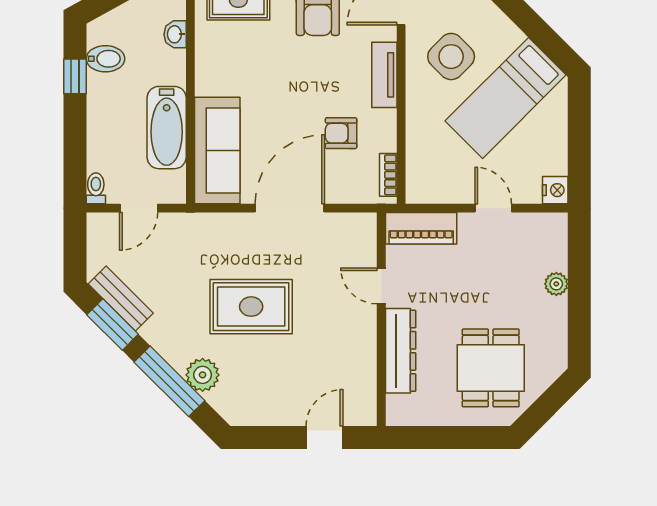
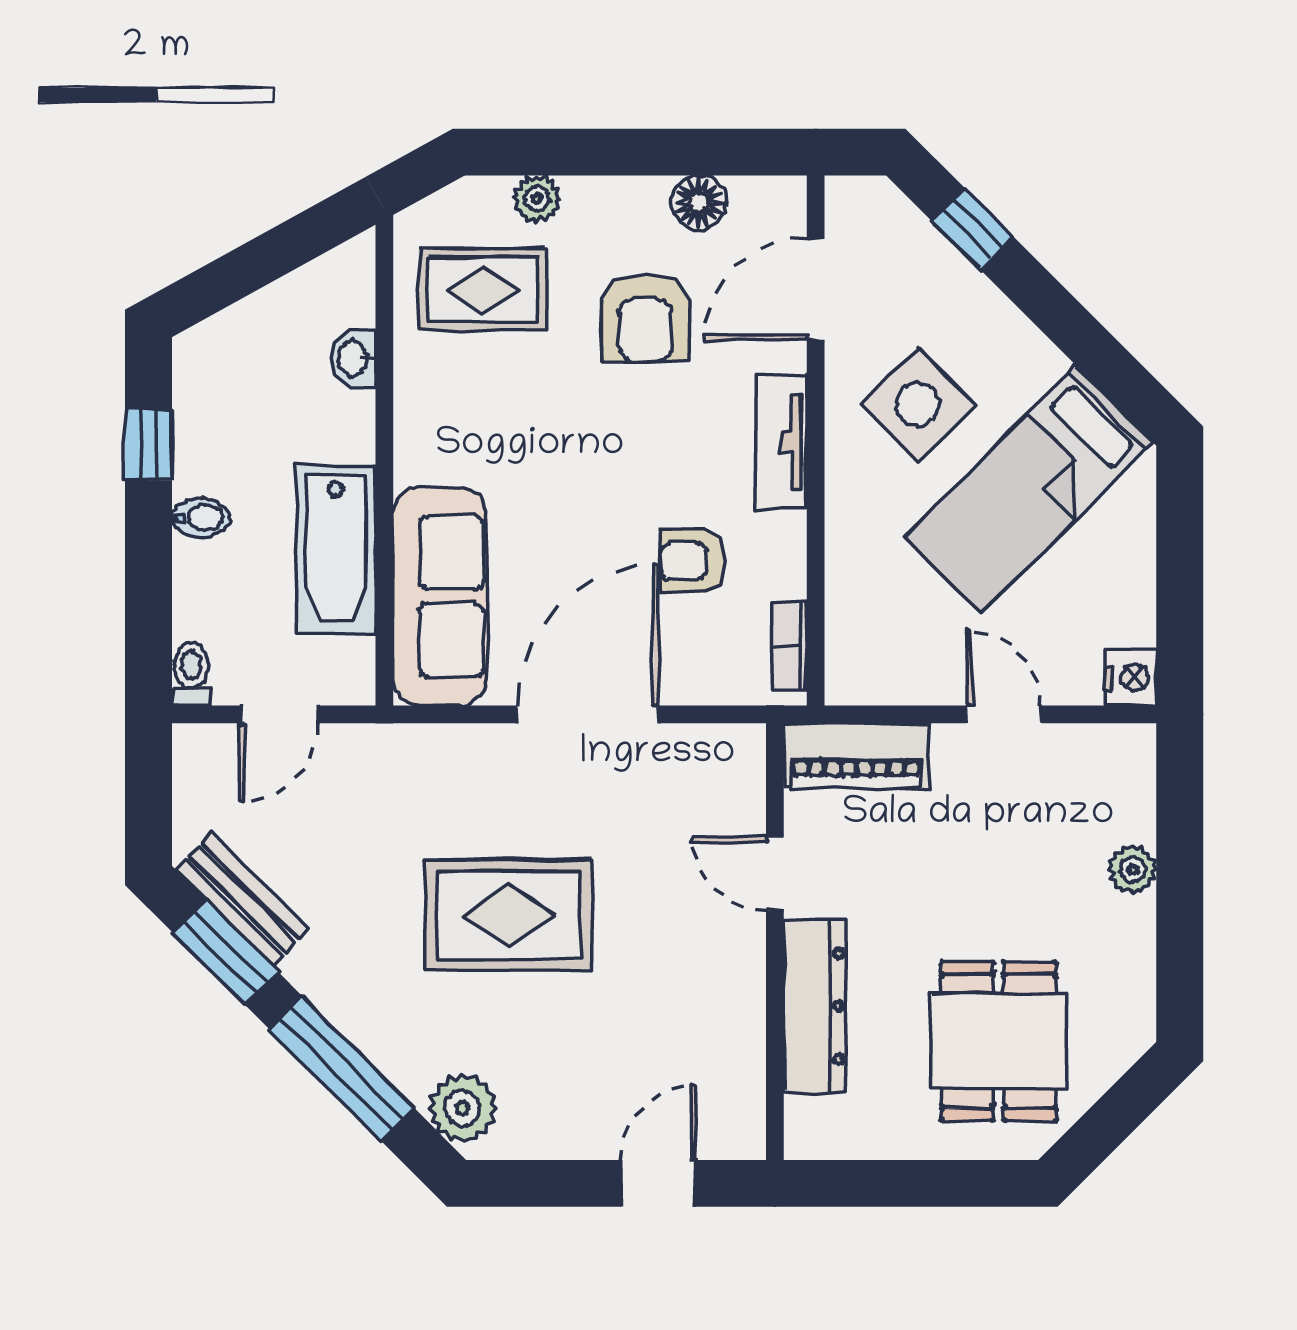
bidet: (105, 59) -> (201, 518), moved, width x0.72, depth x0.74
plant: (203, 375) -> (463, 1108), moved

